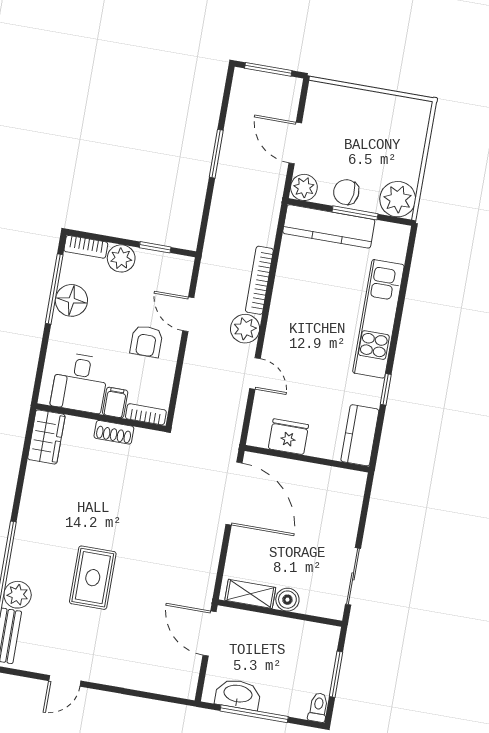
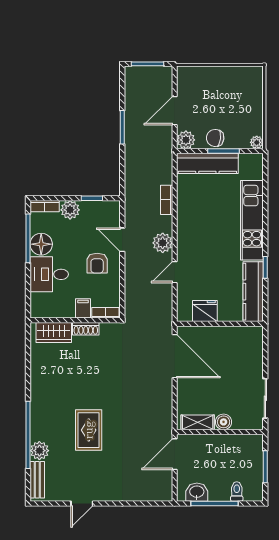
door: (295, 143) -> (175, 111), hinge flipped
plant: (398, 199) -> (257, 142), width x0.53, depth x0.53
bookcase: (259, 280) -> (167, 200), width x0.64
door: (255, 373) -> (175, 272), swing flipped
desk: (80, 383) -> (49, 274), moved, turned 90
kitchen counter: (360, 435) -> (253, 292), width x1.50
wardrobe: (46, 437) -> (54, 333), moved, turned 90
door: (210, 634) -> (175, 454), hinge flipped
washbasin: (238, 694) -> (197, 492), width x0.72
toilet: (318, 707) -> (237, 492), moved

